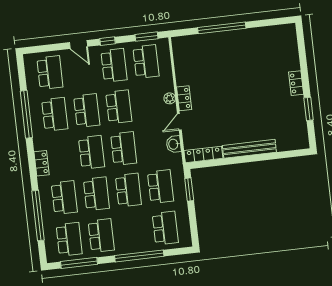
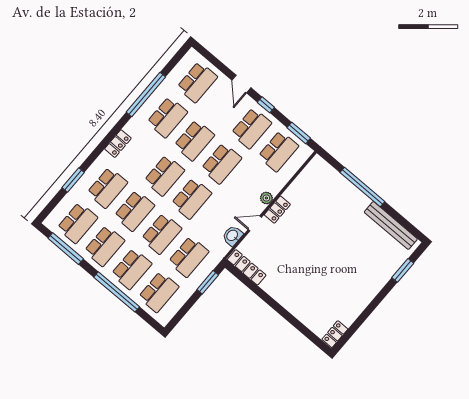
locker: (296, 83) -> (335, 334), moved
window: (309, 109) -> (403, 270), moved
bench: (249, 149) -> (391, 225), moved
window: (38, 215) -> (73, 180), width x0.47
school desk: (133, 232) -> (132, 269), added

